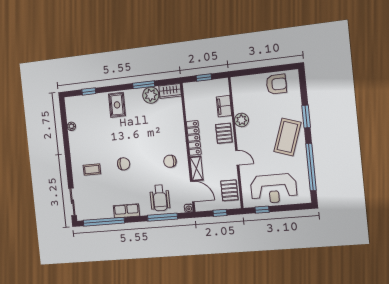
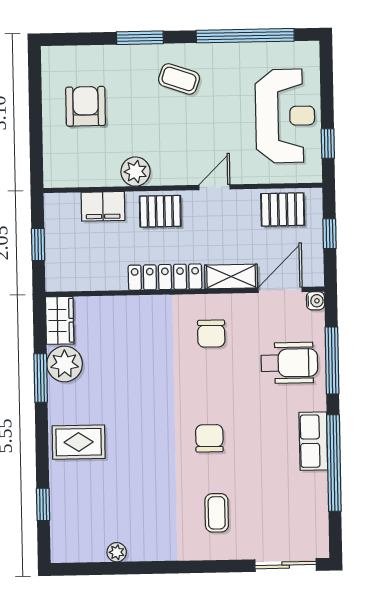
armchair: (276, 84) -> (86, 106), moved
coffee table: (287, 137) -> (179, 79), width x0.54, depth x0.58
window: (104, 222) -> (334, 463), moved

